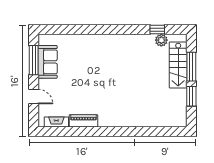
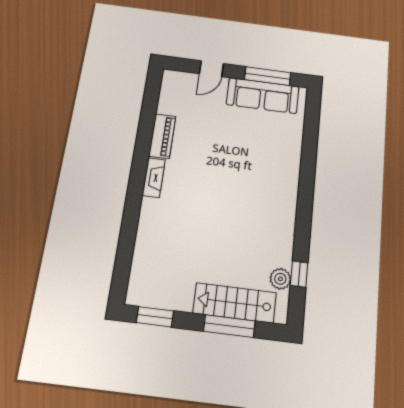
sofa: (48, 62) -> (263, 96), width x1.36
window: (191, 96) -> (155, 317), moved
fireplace: (56, 122) -> (154, 178), moved

